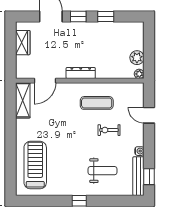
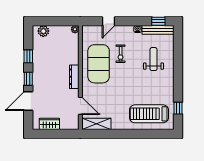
plant: (137, 58) -> (43, 31), moved
exercise mat: (97, 103) -> (99, 64), width x2.00, depth x1.45
window: (79, 201) -> (178, 108), moved

